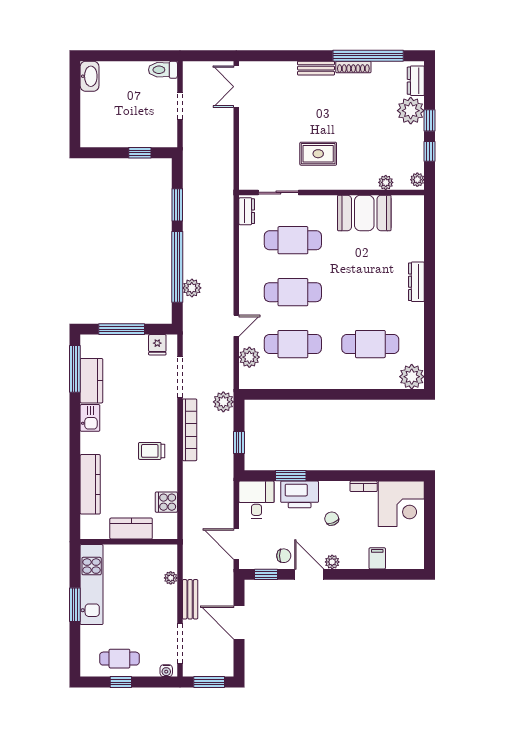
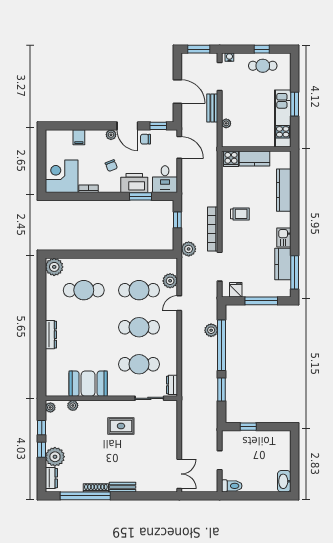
cooker: (166, 502) -> (231, 159), moved, turned 90

